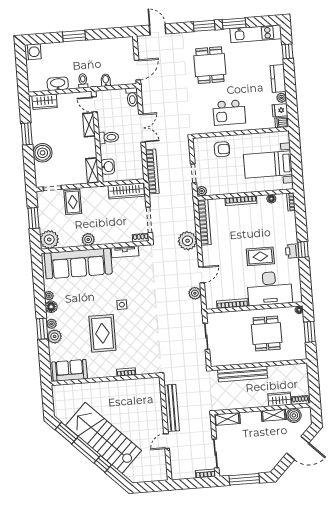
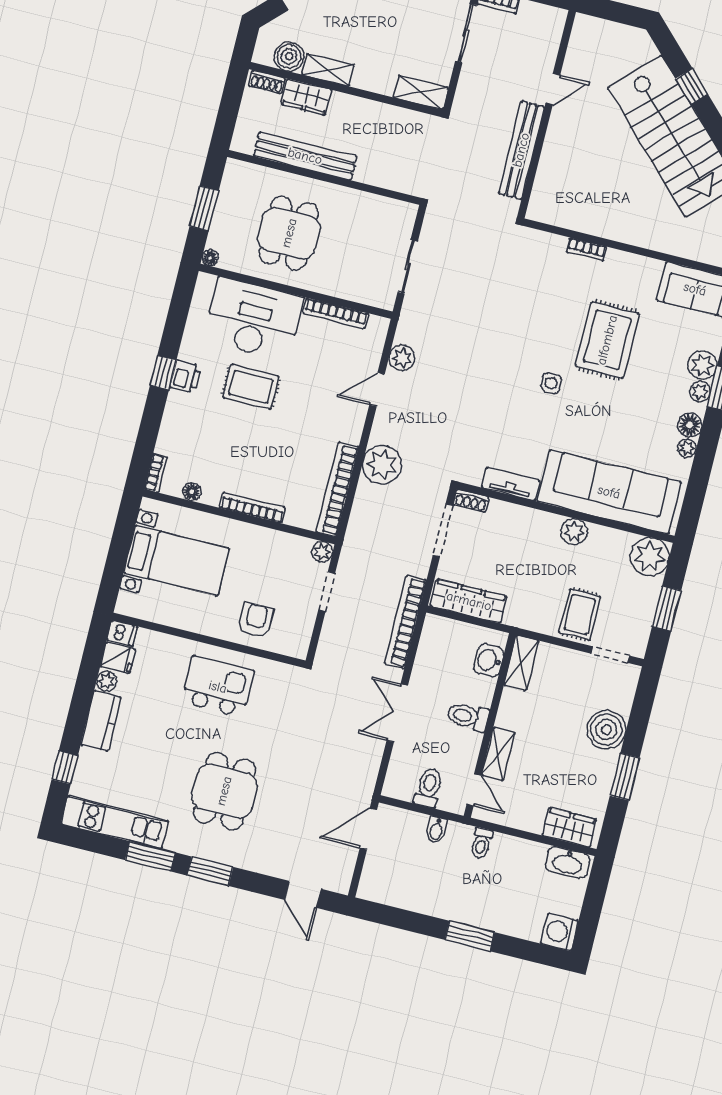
washbasin: (58, 84) -> (567, 863), moved
toilet: (132, 97) -> (428, 788), moved
armchair: (222, 149) -> (256, 620), turned 90
bench: (243, 374) -> (305, 156), moved

